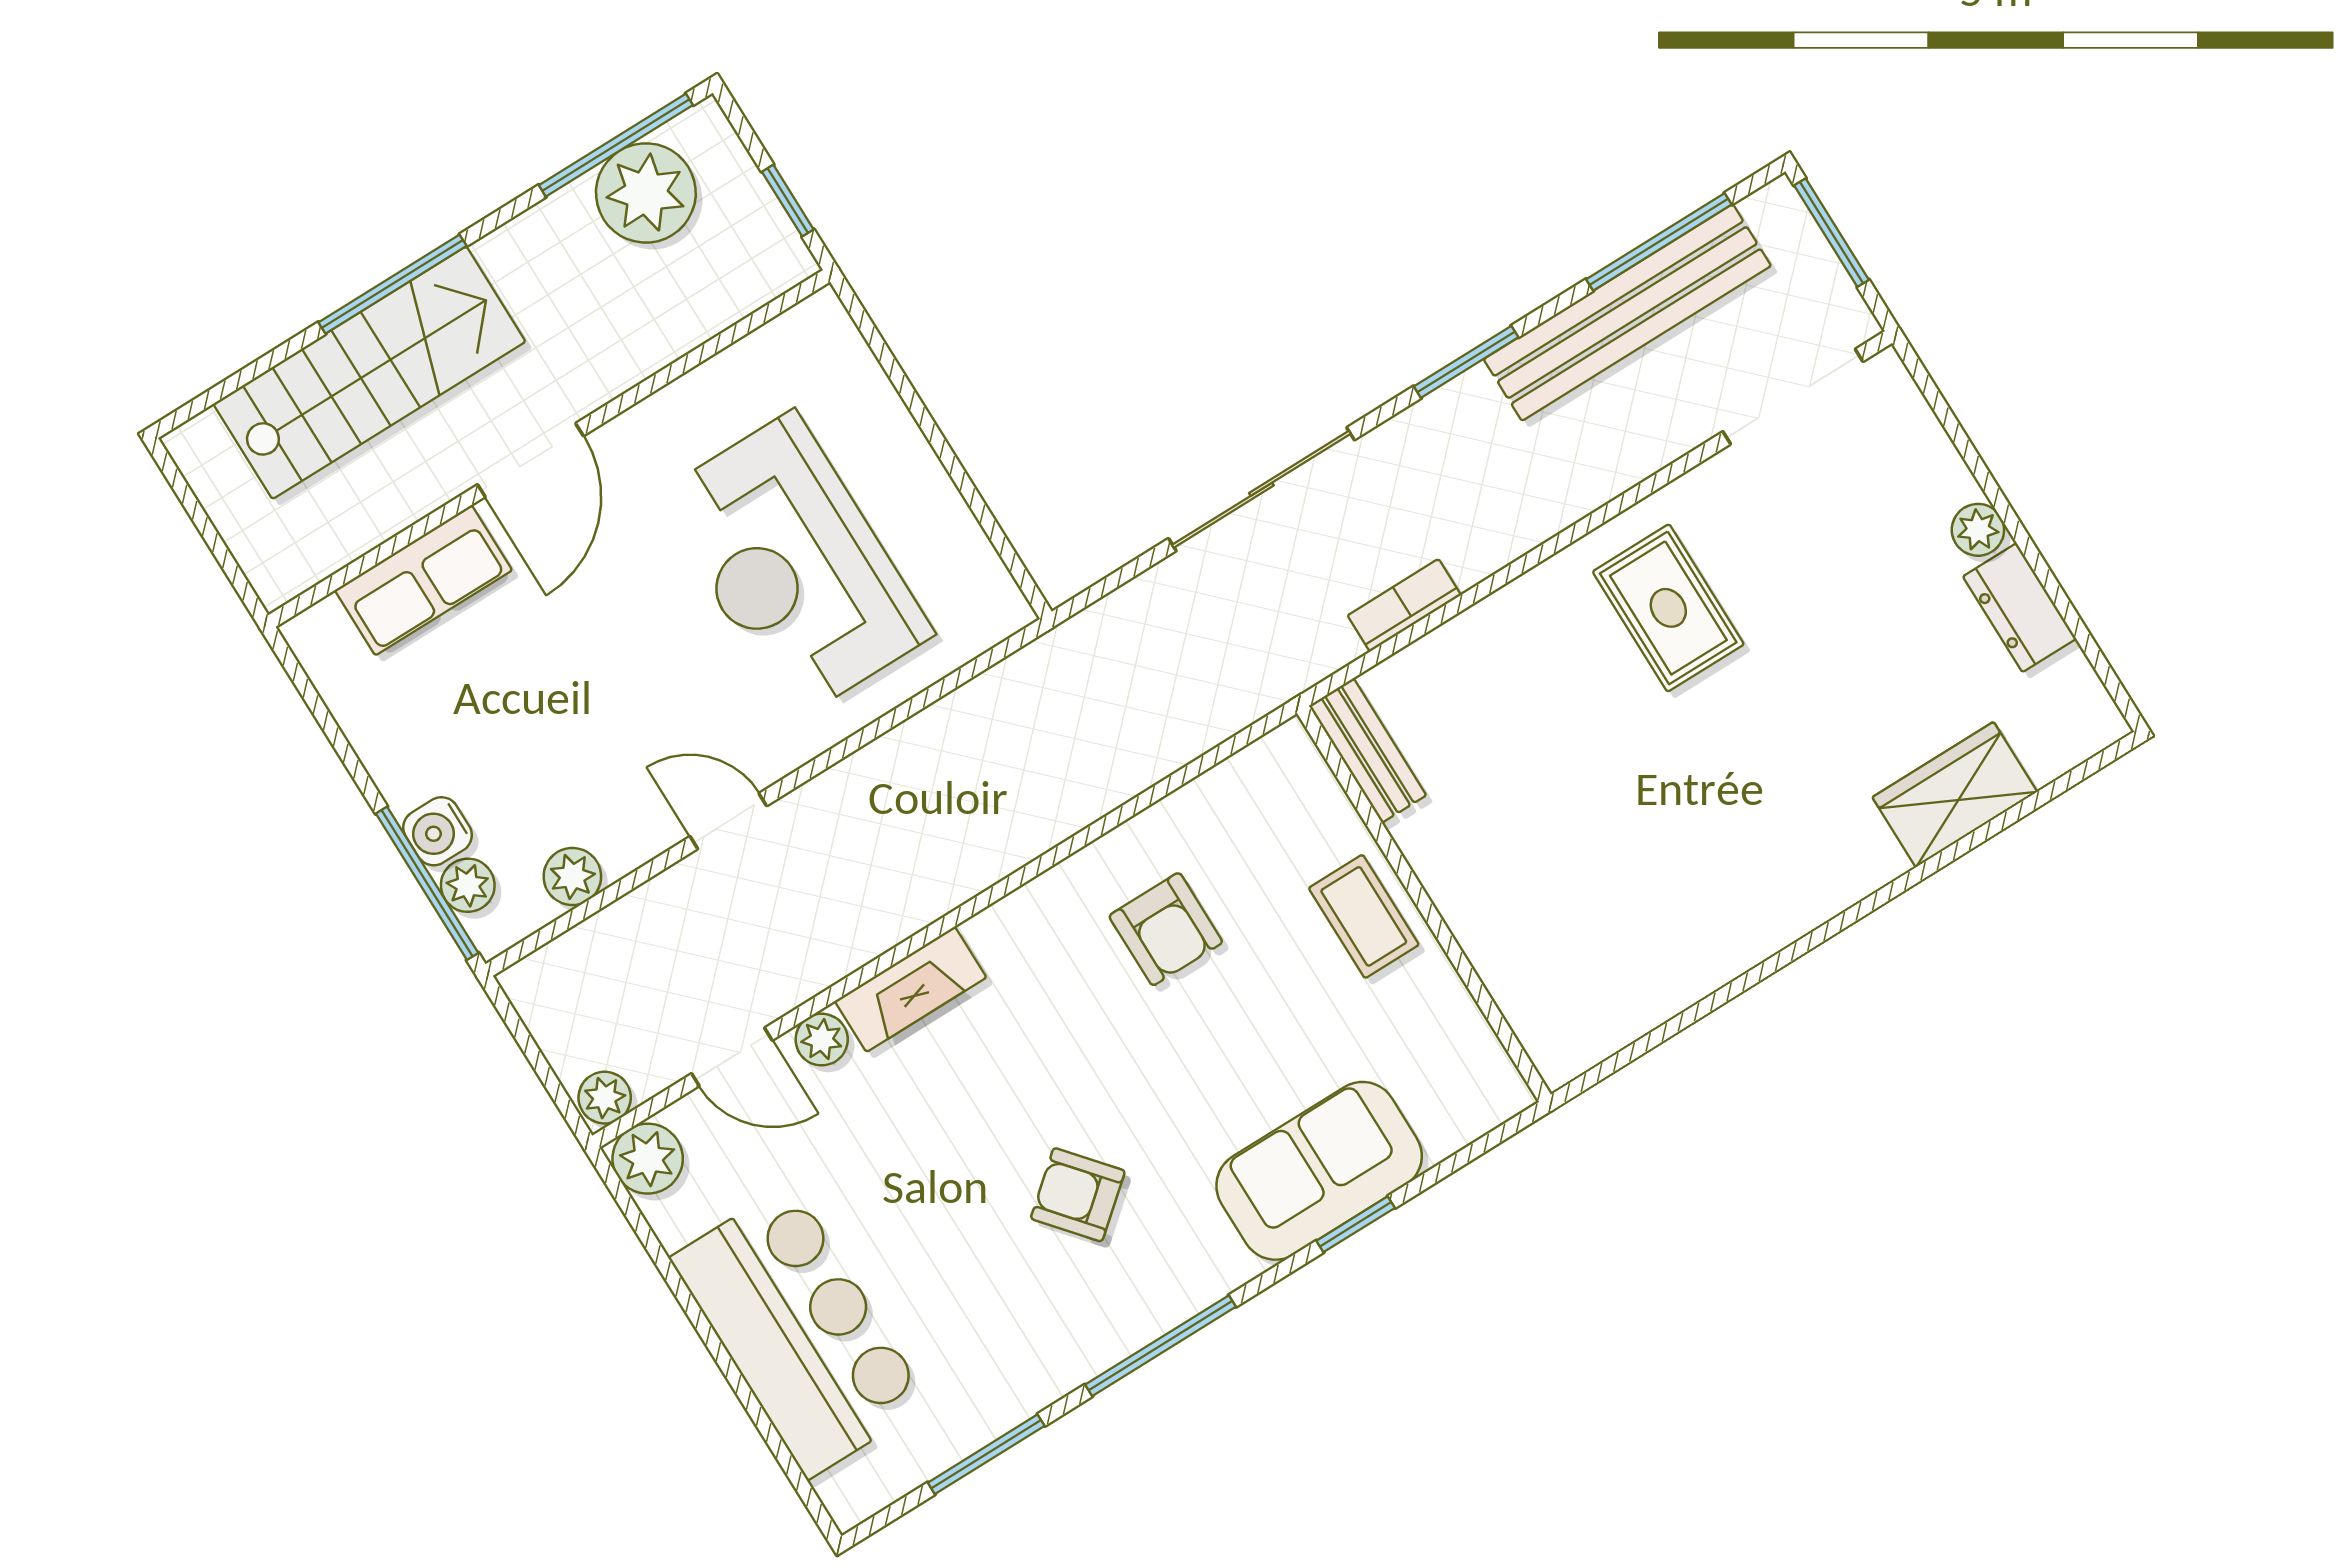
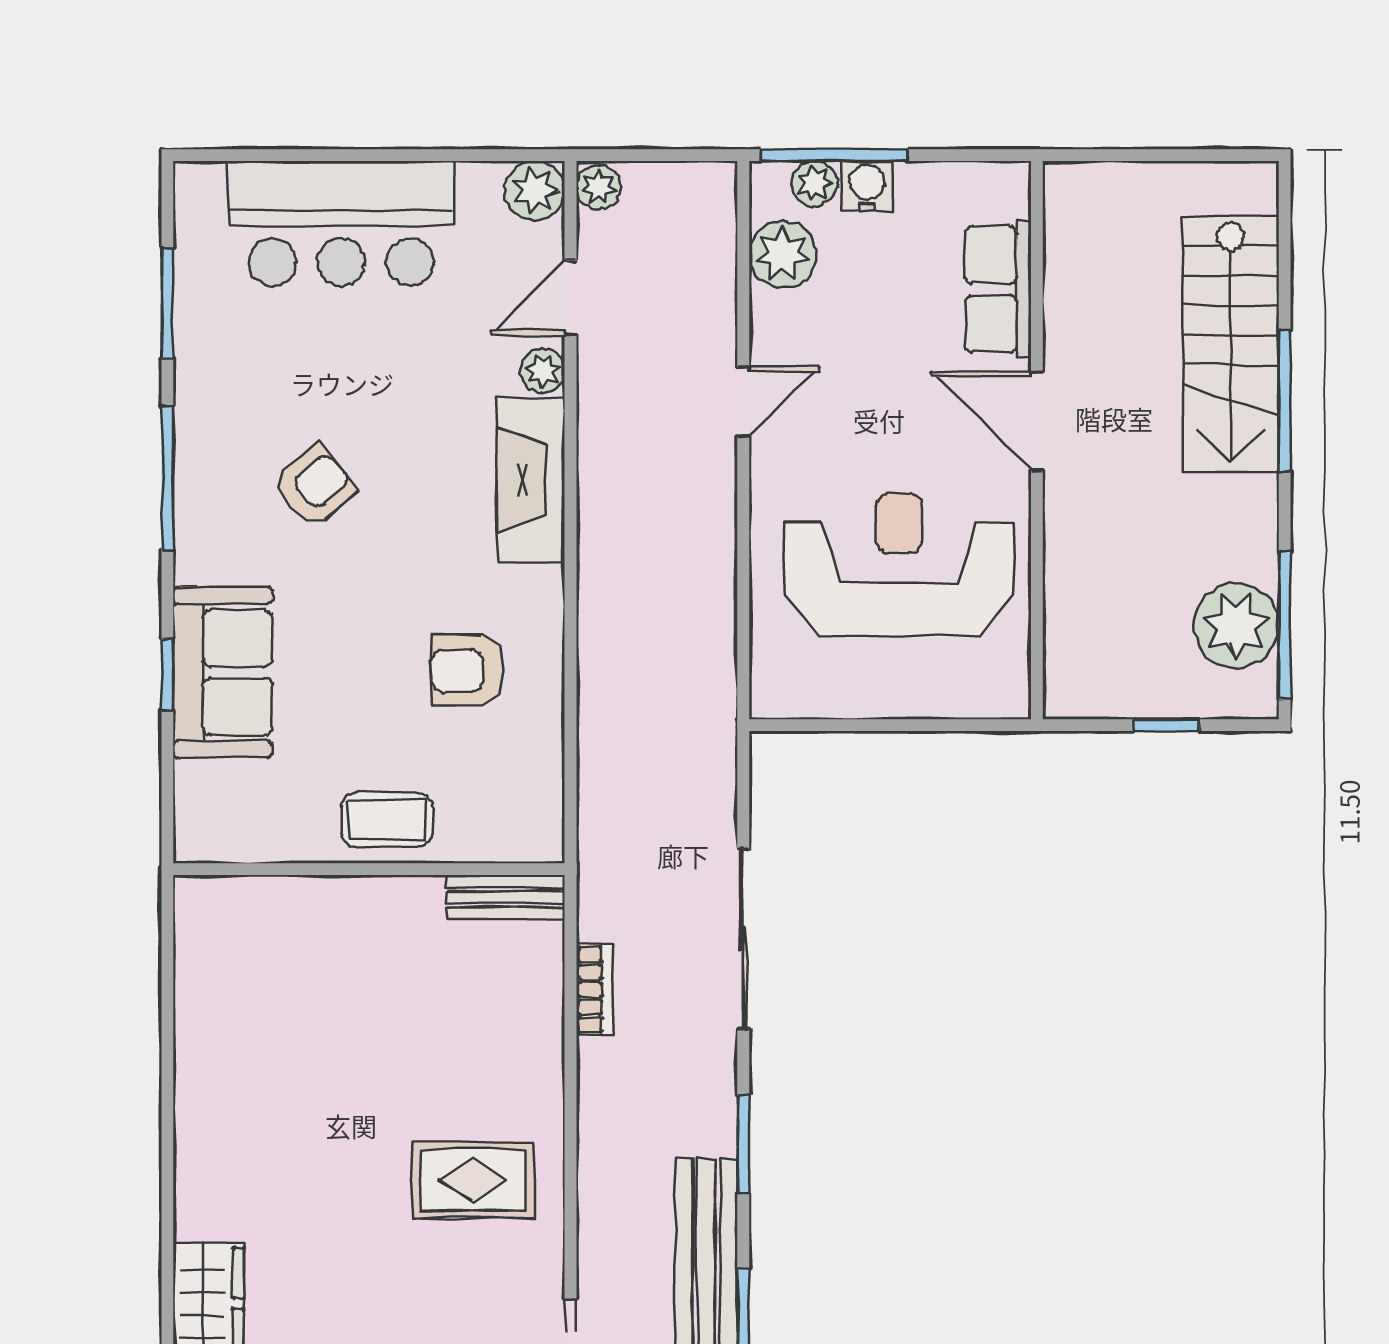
wall: (549, 448) -> (1037, 440), moved
door: (530, 460) -> (1037, 421), moved
row of seats: (423, 580) -> (998, 289), moved
plant: (572, 876) -> (783, 254), width x1.38, depth x1.38
fireplace: (911, 989) -> (531, 480), width x1.37, depth x1.32

